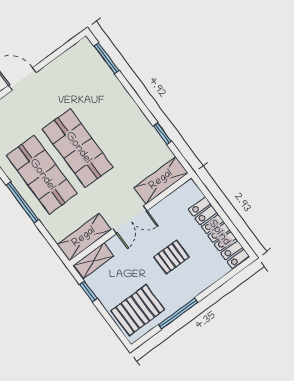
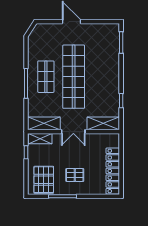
shop shelf: (78, 148) -> (74, 77), width x1.40
shop shelf: (42, 175) -> (46, 77), width x0.70, depth x0.74
pallet: (171, 257) -> (75, 175), moved
pallet: (138, 310) -> (44, 180), turned 90

